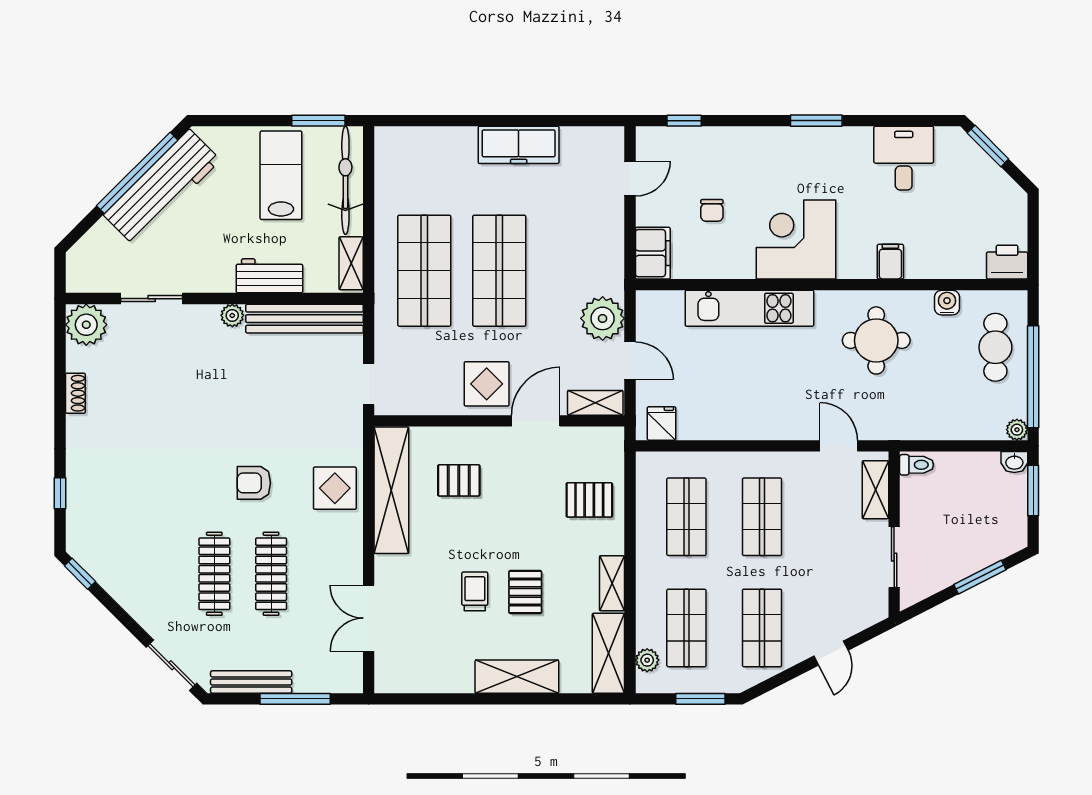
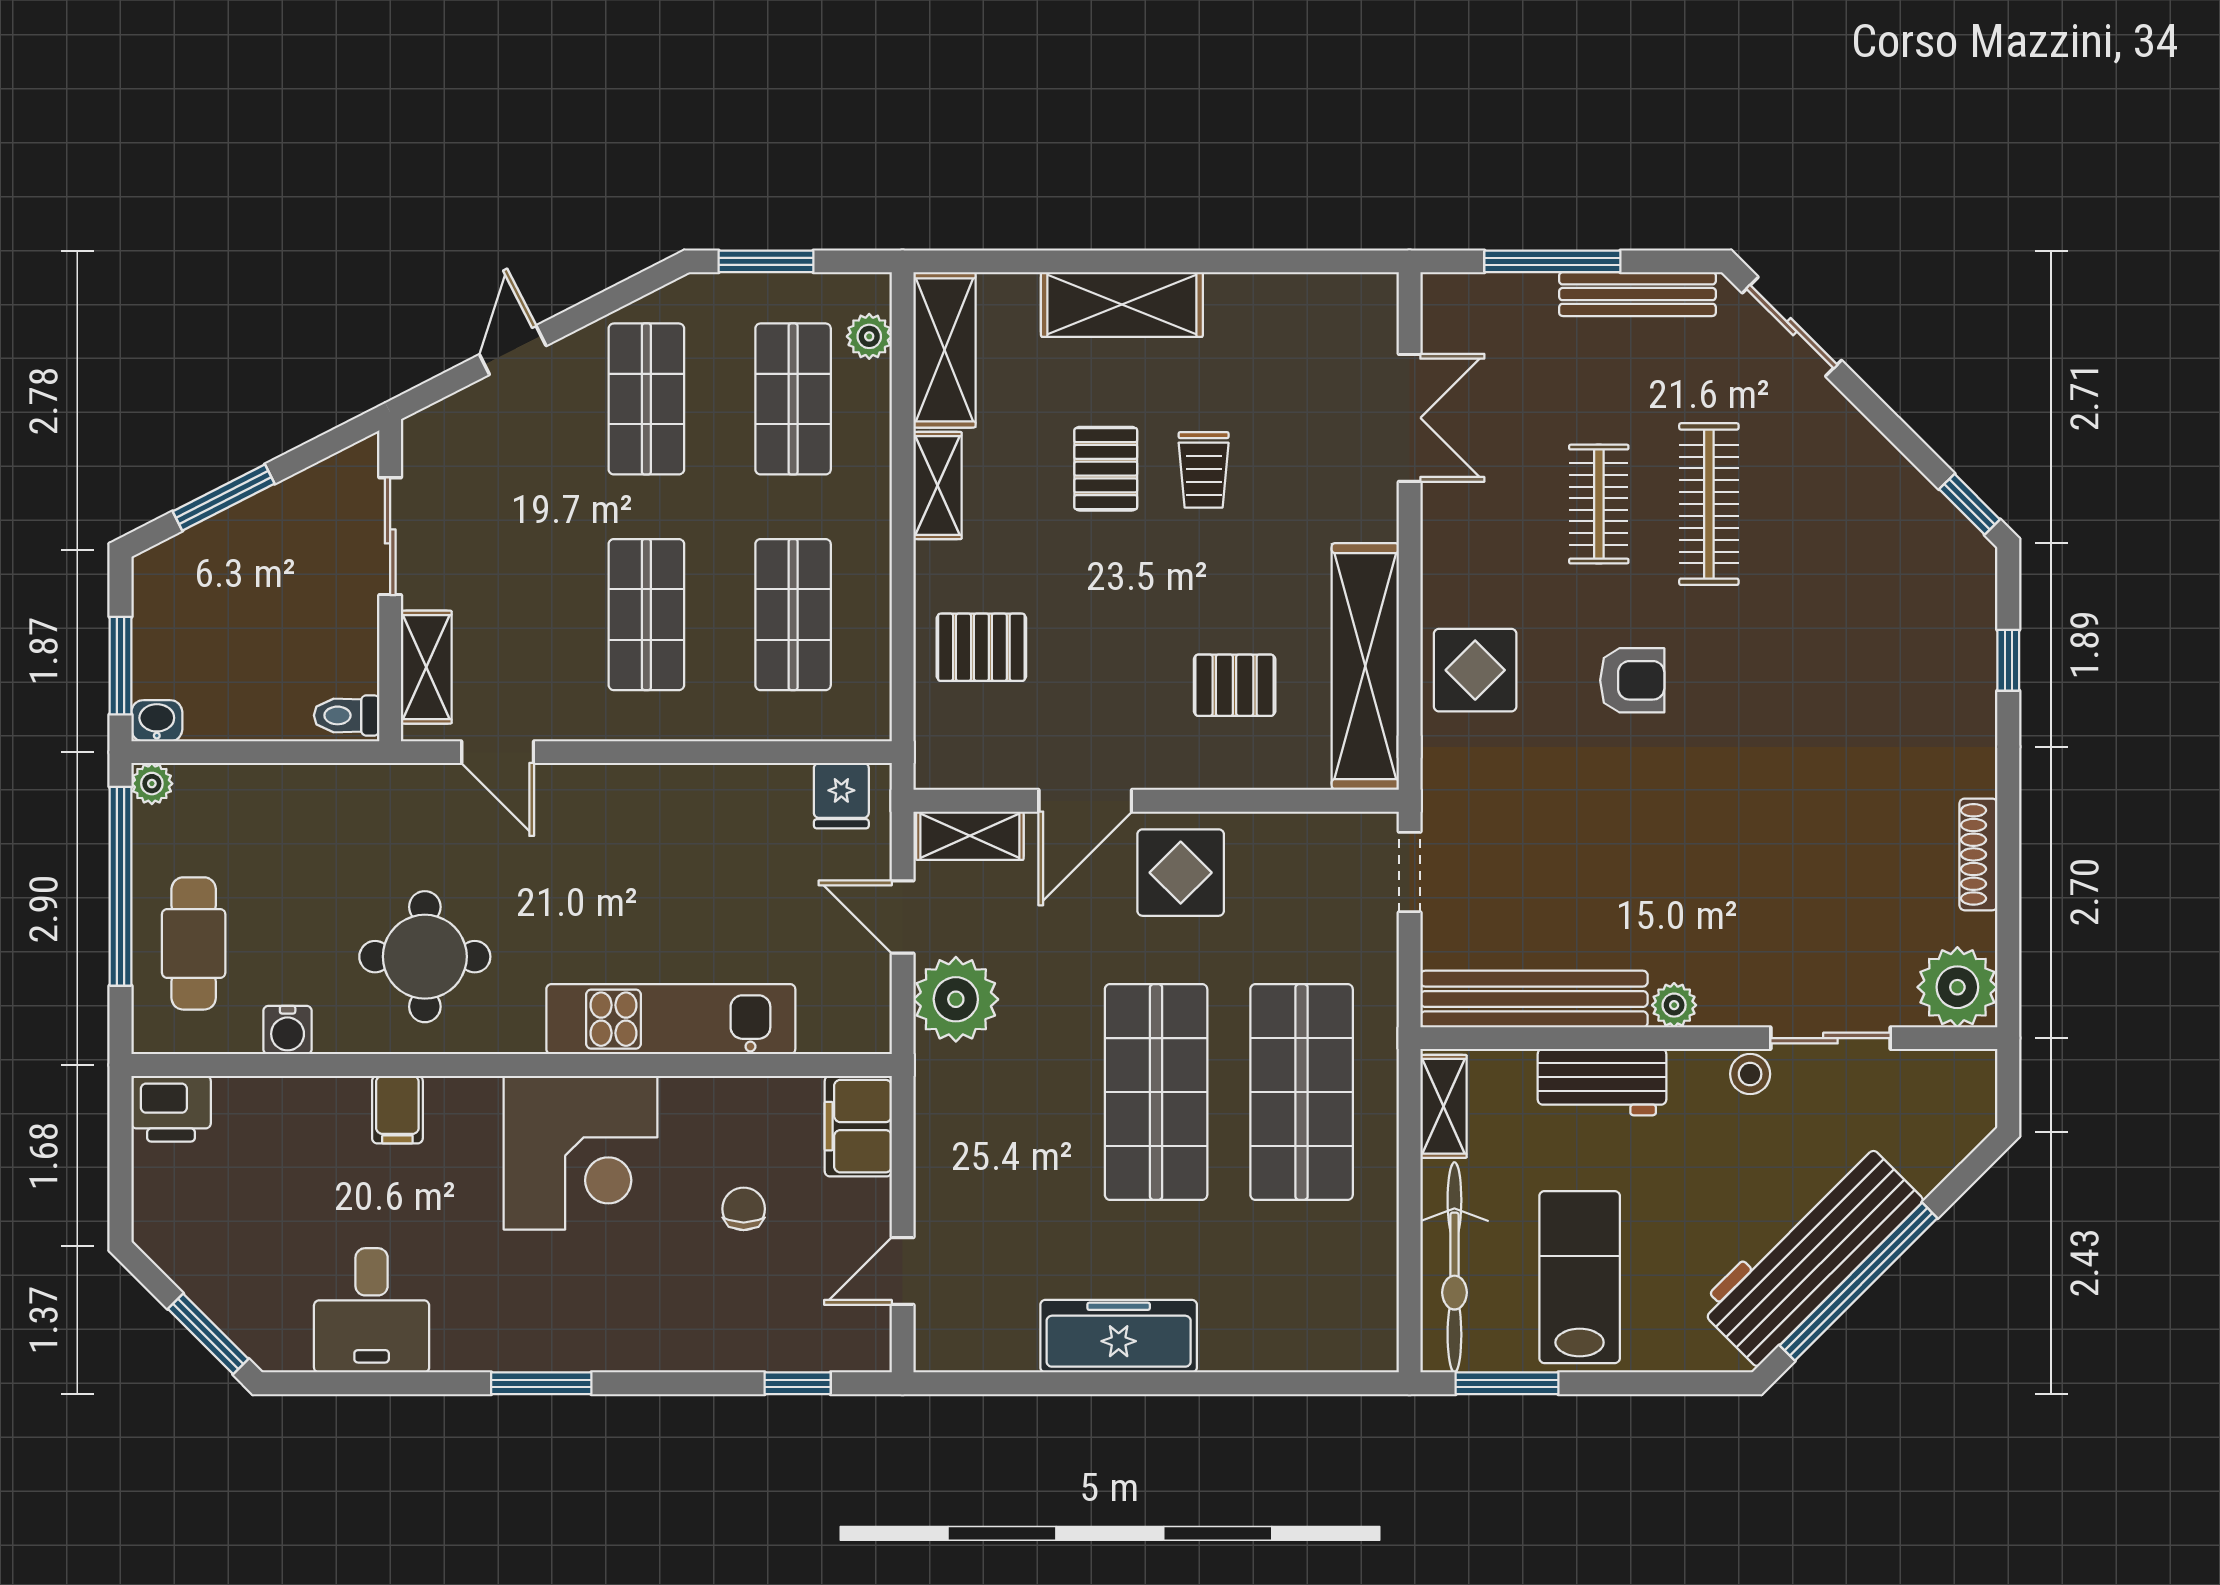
lab bench: (281, 175) -> (1580, 1277), turned 180
stool: (193, 280) -> (1750, 1074), added
shoe rack: (75, 393) -> (1978, 854), width x1.43
clothes rail: (271, 574) -> (1599, 504), width x0.73

